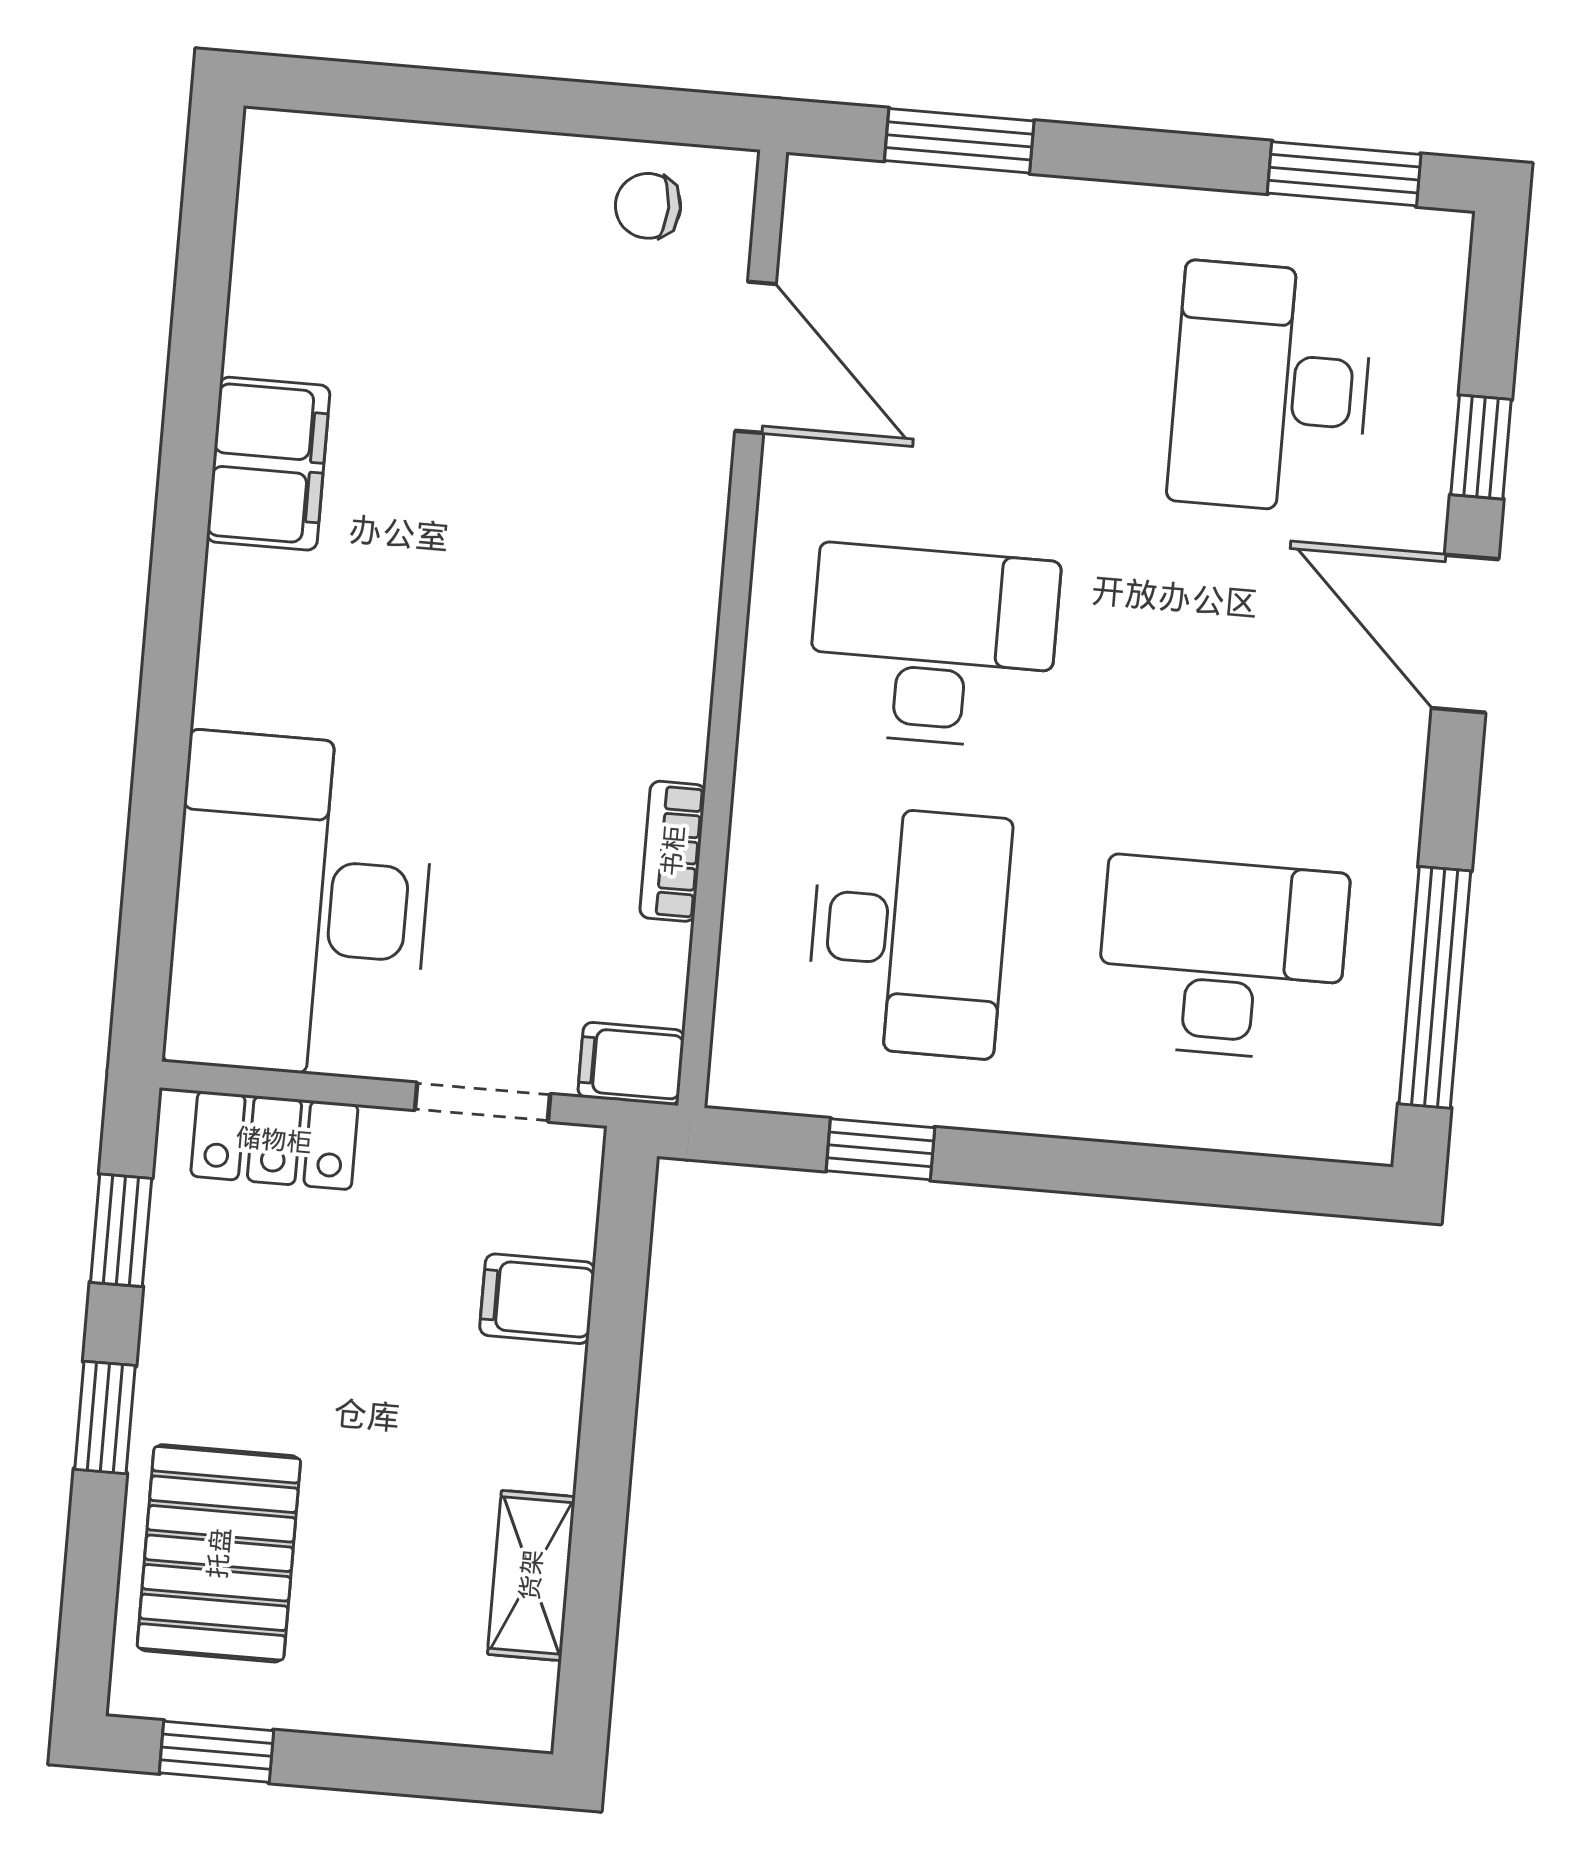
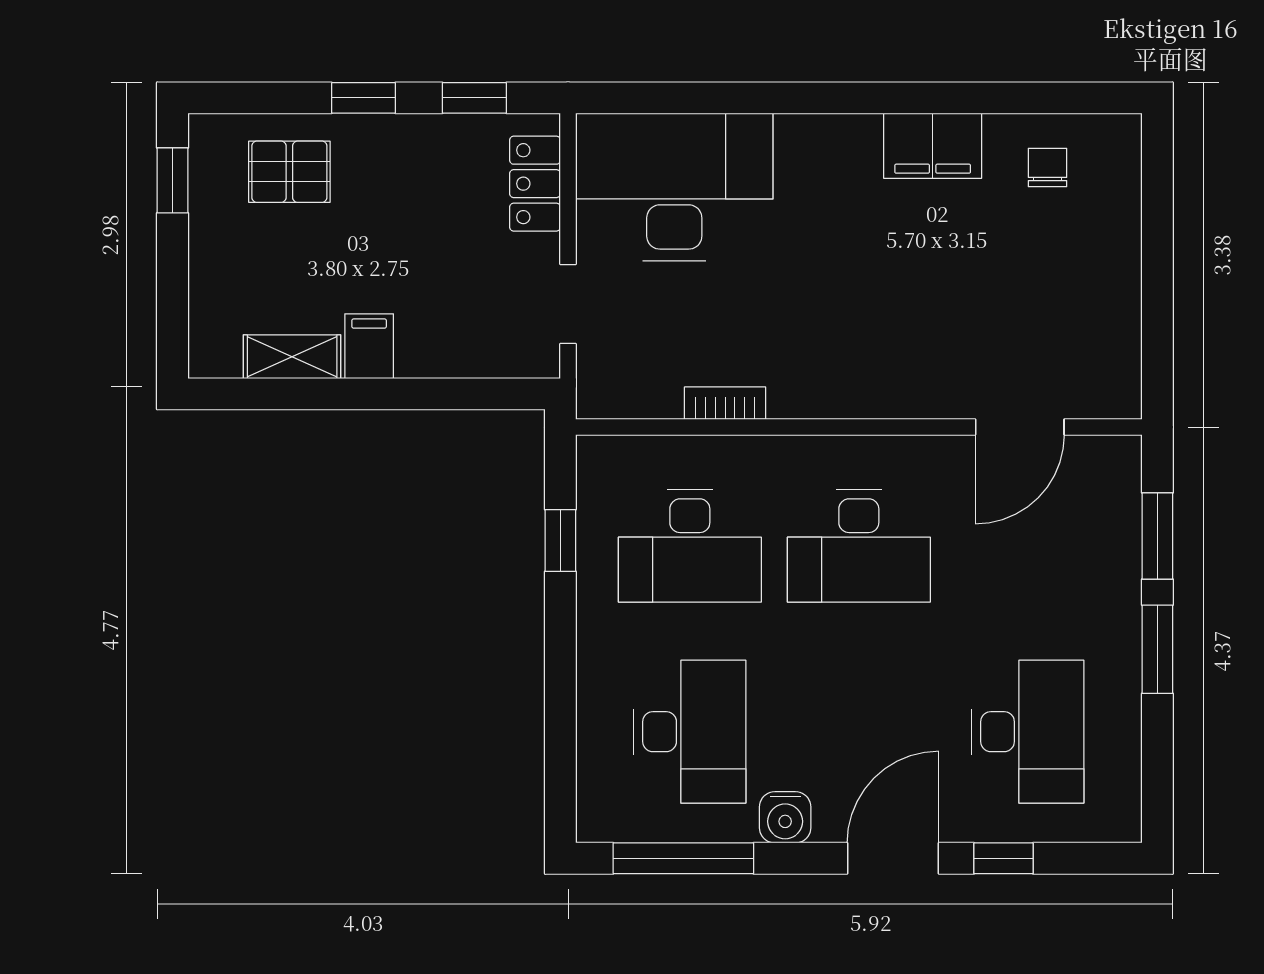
window: (1344, 174) -> (1157, 649), moved
chair: (648, 206) -> (1048, 168), moved
desk: (1271, 388) -> (1028, 732), turned 90
desk: (933, 646) -> (859, 546), turned 90
water cooler: (1380, 810) -> (785, 817), added
filing cabinet: (631, 1064) -> (598, 390), removed
filing cabinet: (537, 1299) -> (369, 346), moved
pallet: (219, 1553) -> (289, 172), width x0.67, depth x0.71

